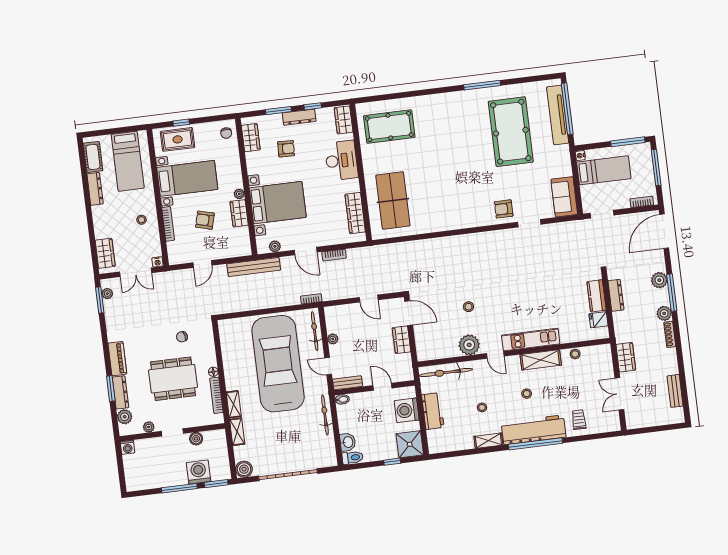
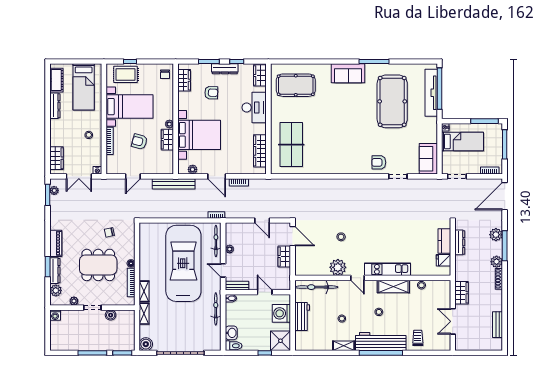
sofa: (452, 104) -> (348, 73), added
washing machine: (198, 472) -> (109, 342), removed

